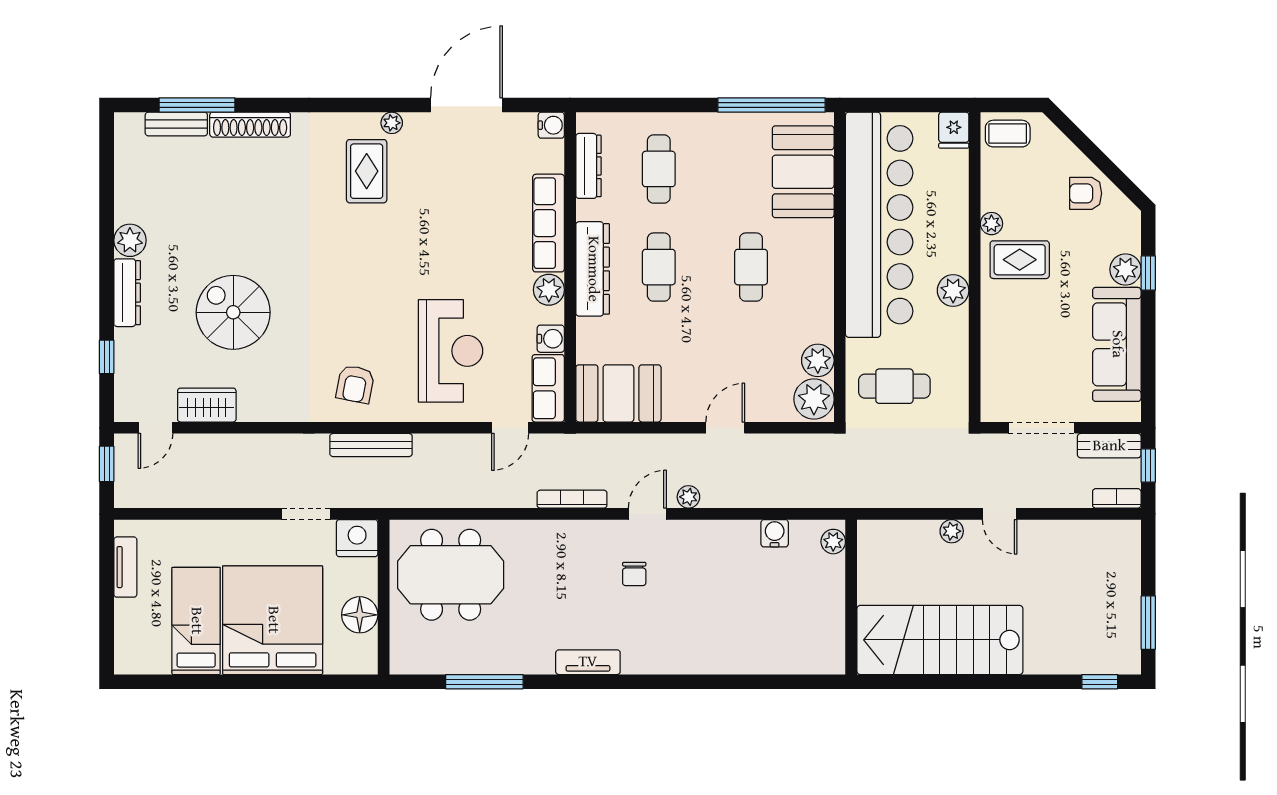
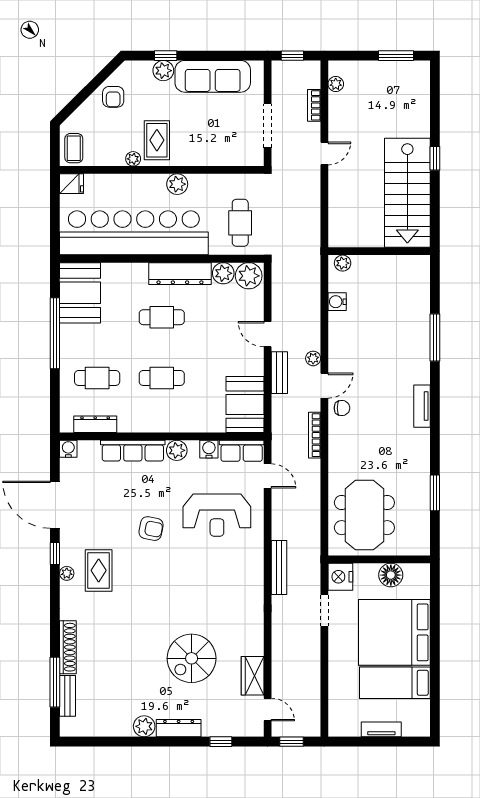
window: (392, 105) -> (55, 553), added
window: (772, 105) -> (55, 333), moved
plant: (392, 123) -> (67, 573), moved
rug: (367, 171) -> (99, 570), turned 90
booth: (803, 172) -> (80, 293), moved, turned 90
dresser: (593, 269) -> (180, 274), moved, turned 180
reception desk: (451, 351) -> (217, 515), turned 180
armchair: (355, 384) -> (151, 529), moved
bench: (1109, 446) -> (279, 373), moved
bookcase: (1117, 498) -> (314, 105), moved
door: (647, 514) -> (324, 386), swing flipped
plant: (952, 531) -> (336, 84), moved
tv unit: (125, 567) -> (381, 729), moved
chair: (634, 574) -> (342, 408), moved
tv unit: (588, 662) -> (422, 406), moved
window: (484, 682) -> (435, 493), width x0.69
window: (720, 682) -> (435, 337), added
window: (1100, 682) -> (435, 158), moved

